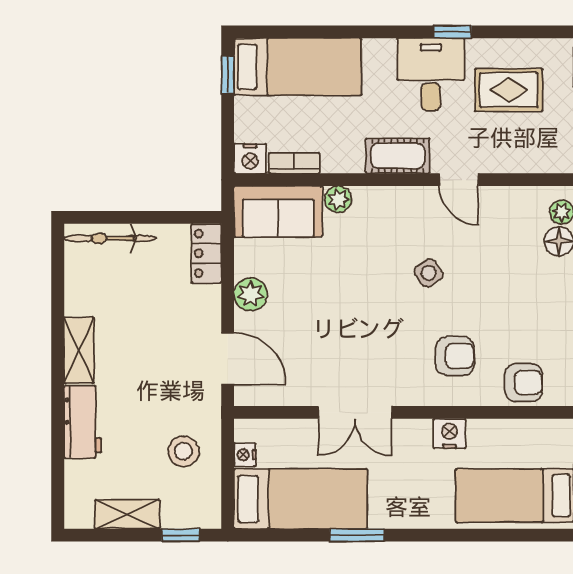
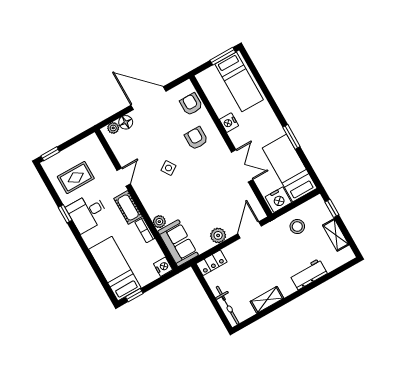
rug: (509, 90) -> (76, 178), turned 90
bookcase: (294, 163) -> (145, 230), moved
shelving: (79, 350) -> (267, 300), moved
nightstand: (245, 455) -> (278, 200), width x1.89, depth x1.79

